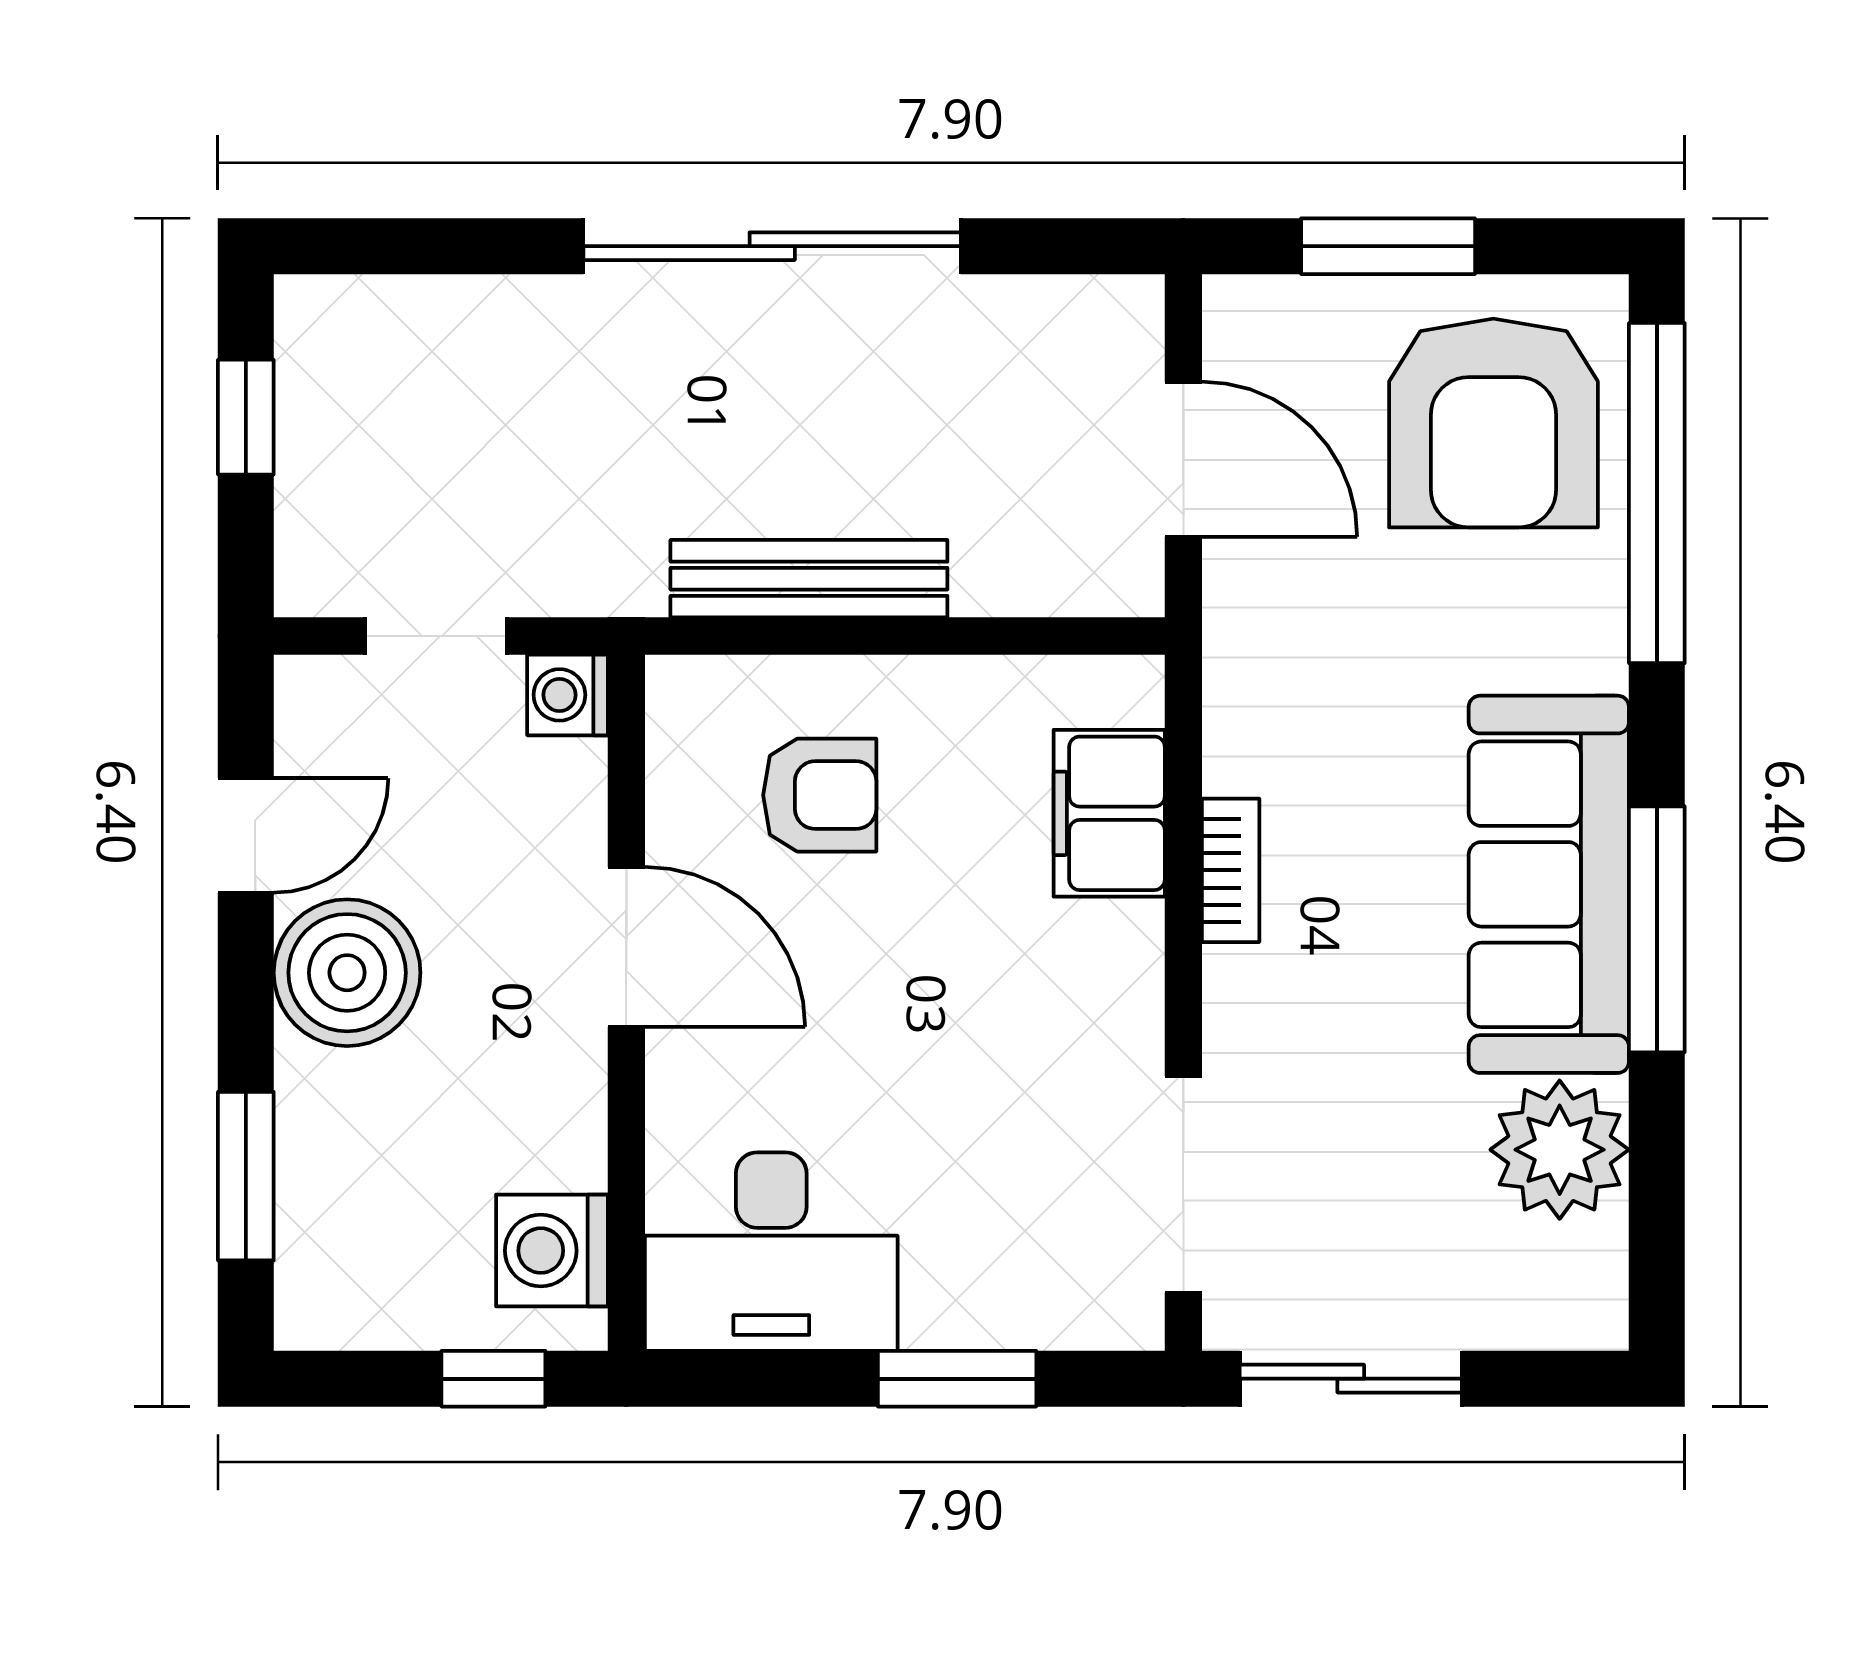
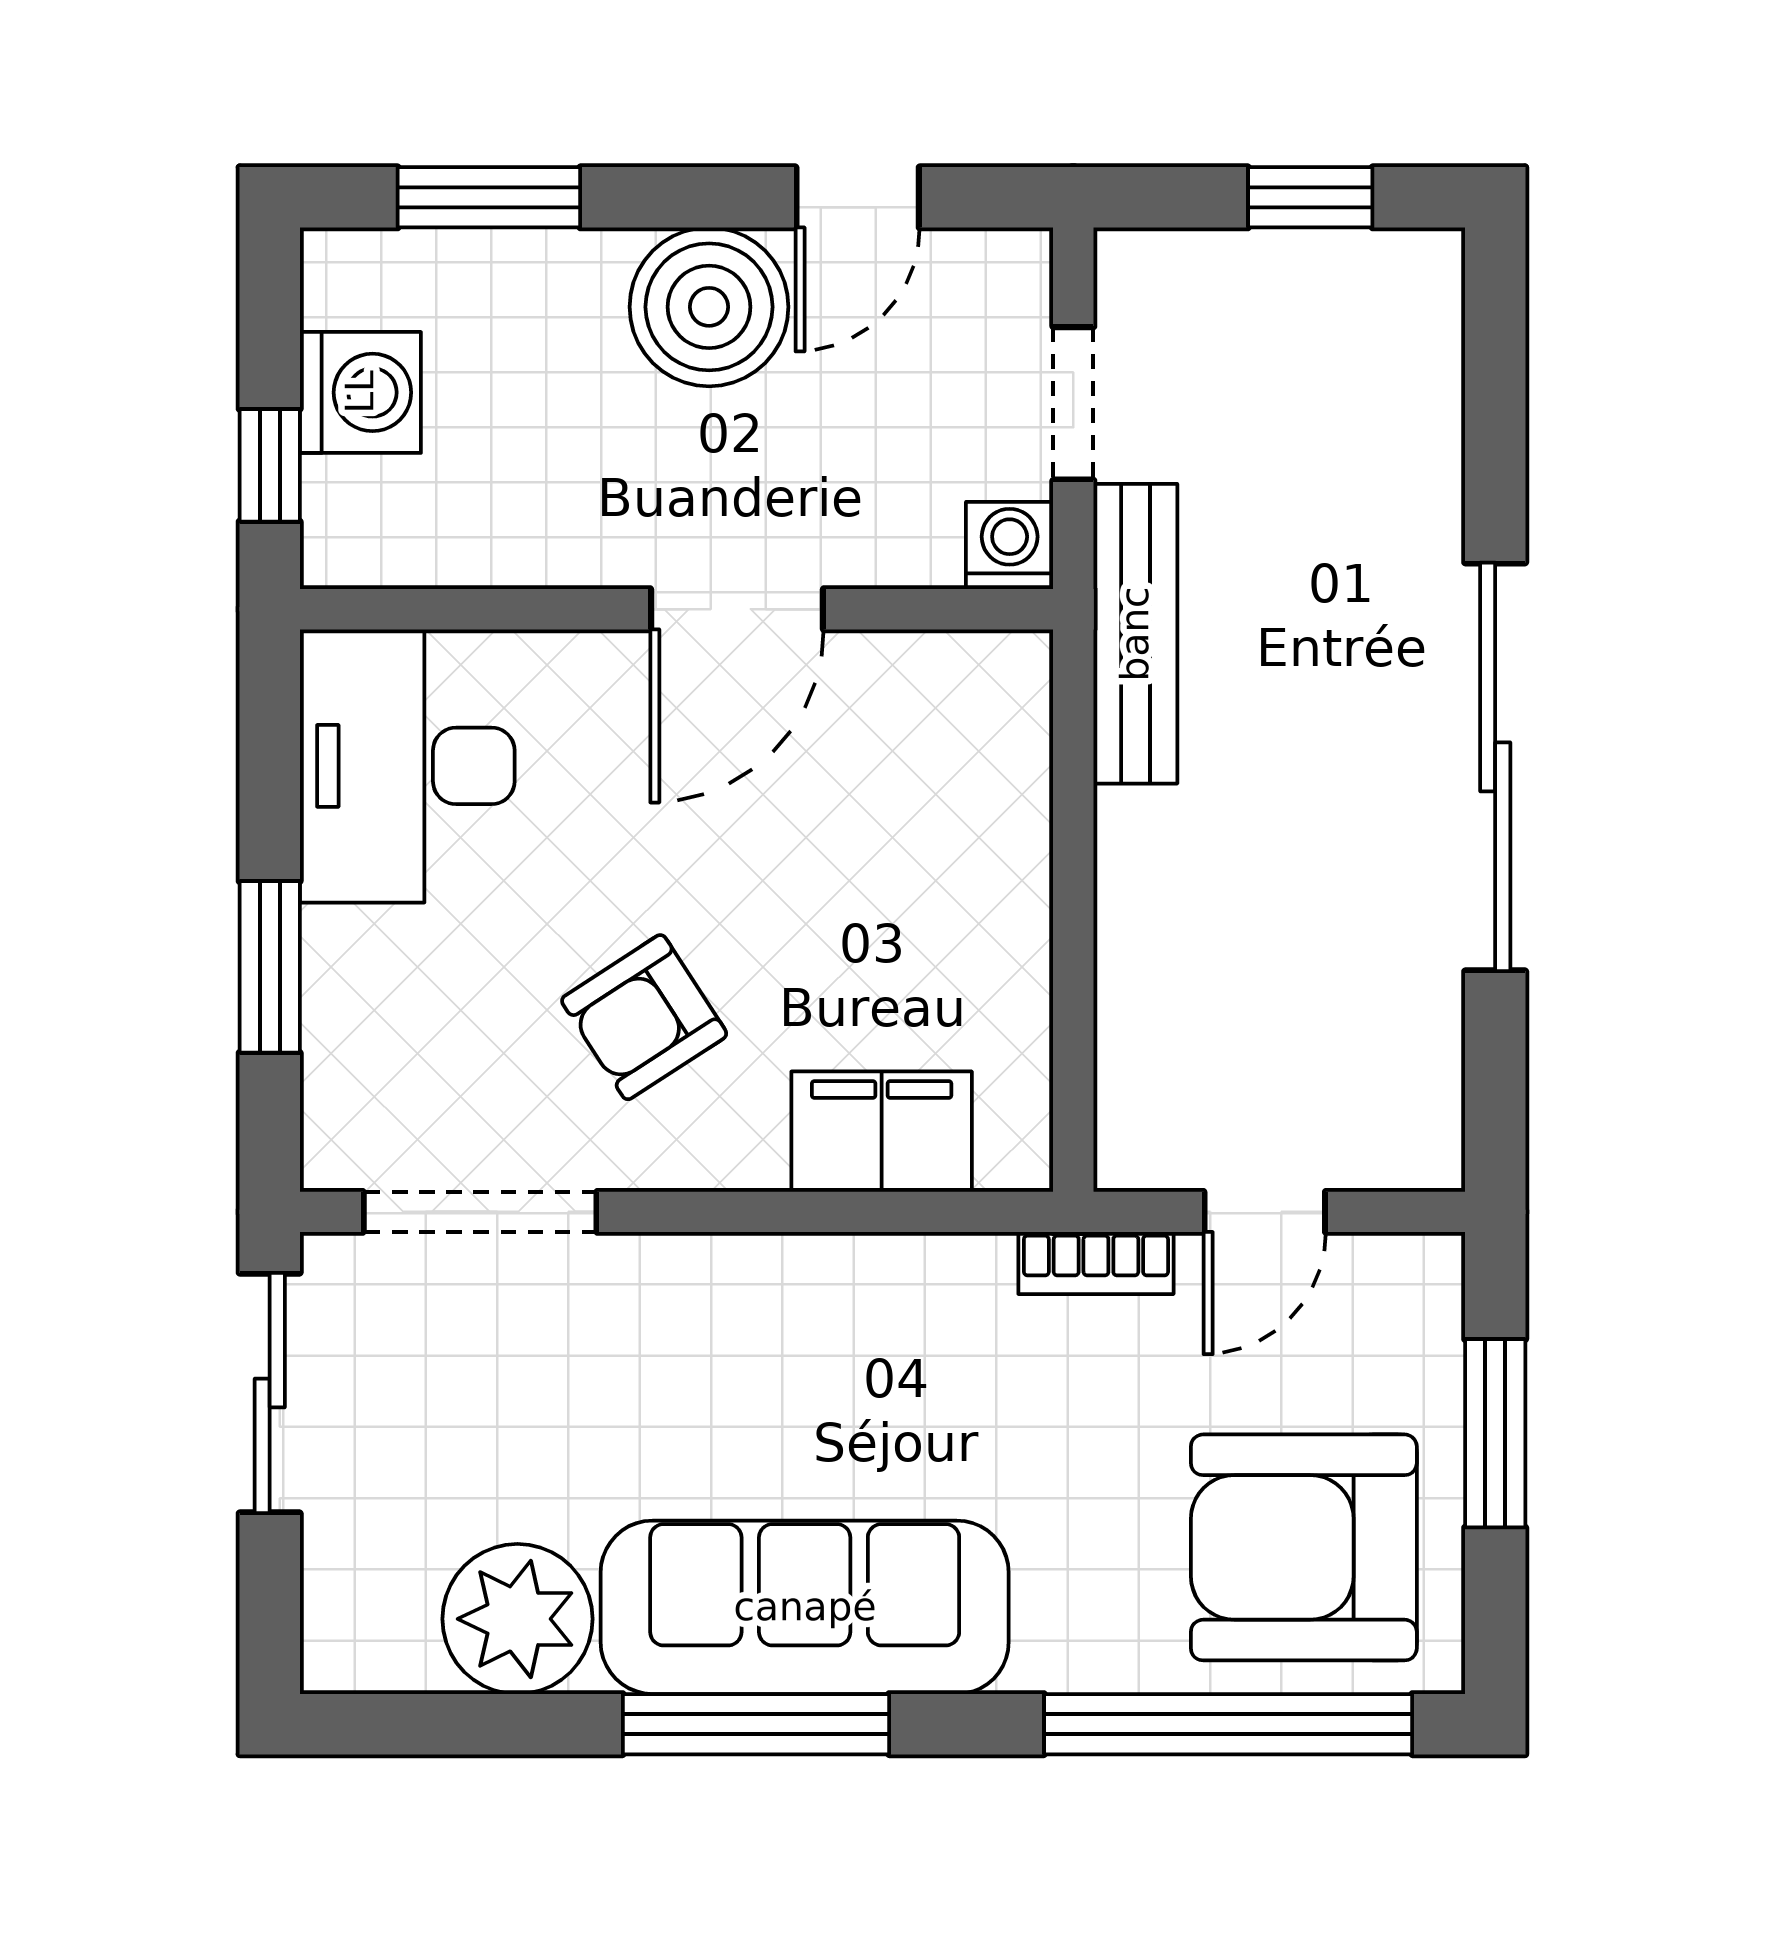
door: (1183, 459) -> (1265, 1212), width x0.73
bench: (809, 579) -> (1135, 634), moved
armchair: (820, 795) -> (644, 1017), moved, turned 57
door: (246, 835) -> (858, 197), hinge flipped
bookcase: (1231, 870) -> (1096, 1263), moved
washing machine: (552, 1251) -> (360, 392), moved, turned 90

